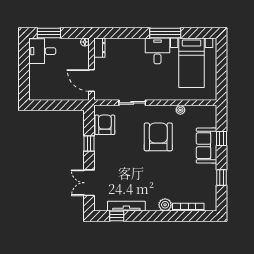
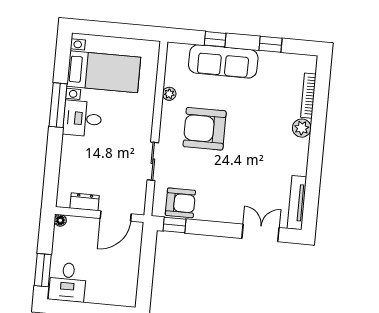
dresser: (99, 48) -> (85, 202), moved
armchair: (105, 125) -> (180, 203), turned 180
window: (89, 143) -> (175, 225), moved
sofa: (207, 146) -> (223, 61), width x1.36
double door: (89, 183) -> (261, 233), swing flipped
tv unit: (126, 206) -> (297, 203), moved
window: (117, 216) -> (311, 198), removed

